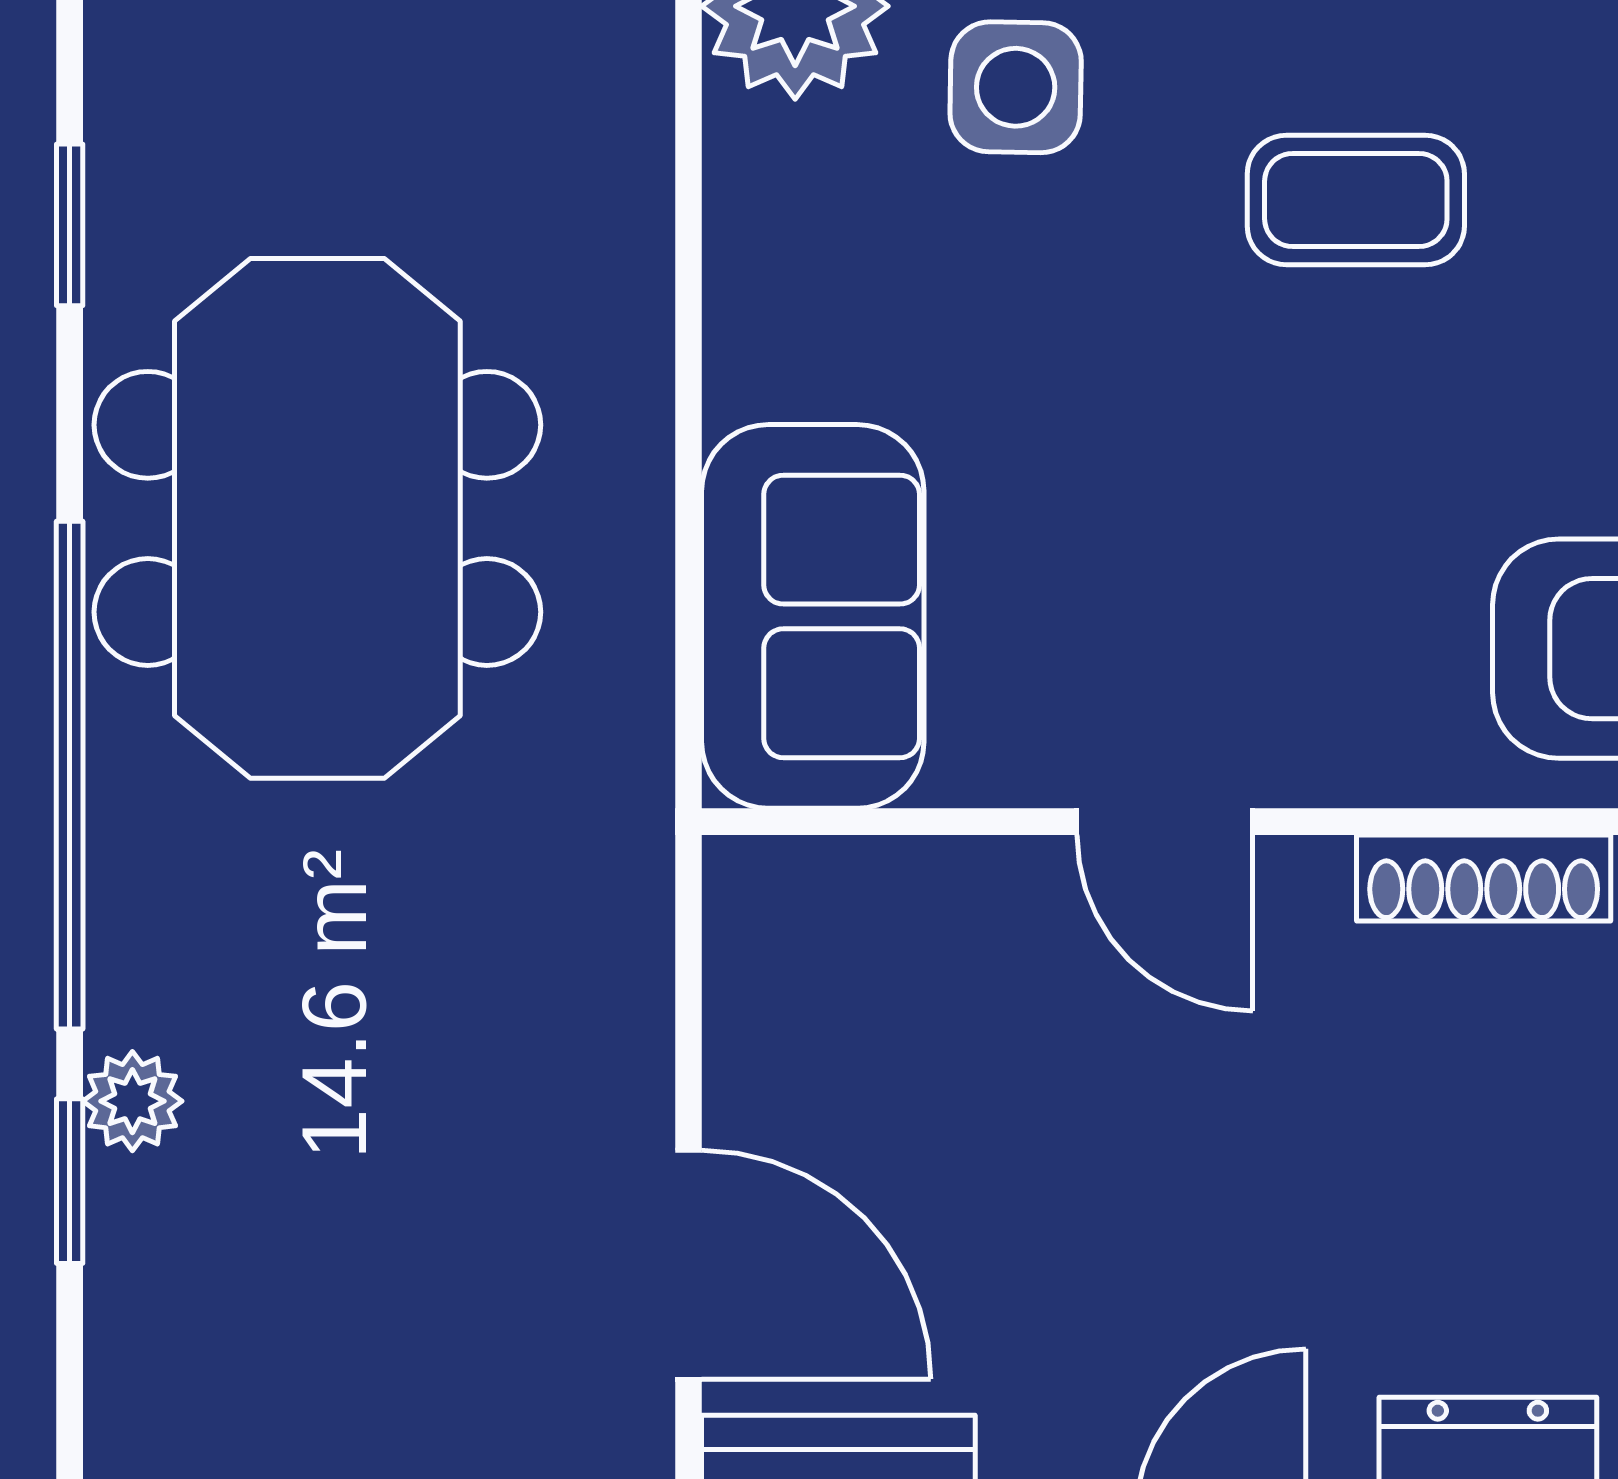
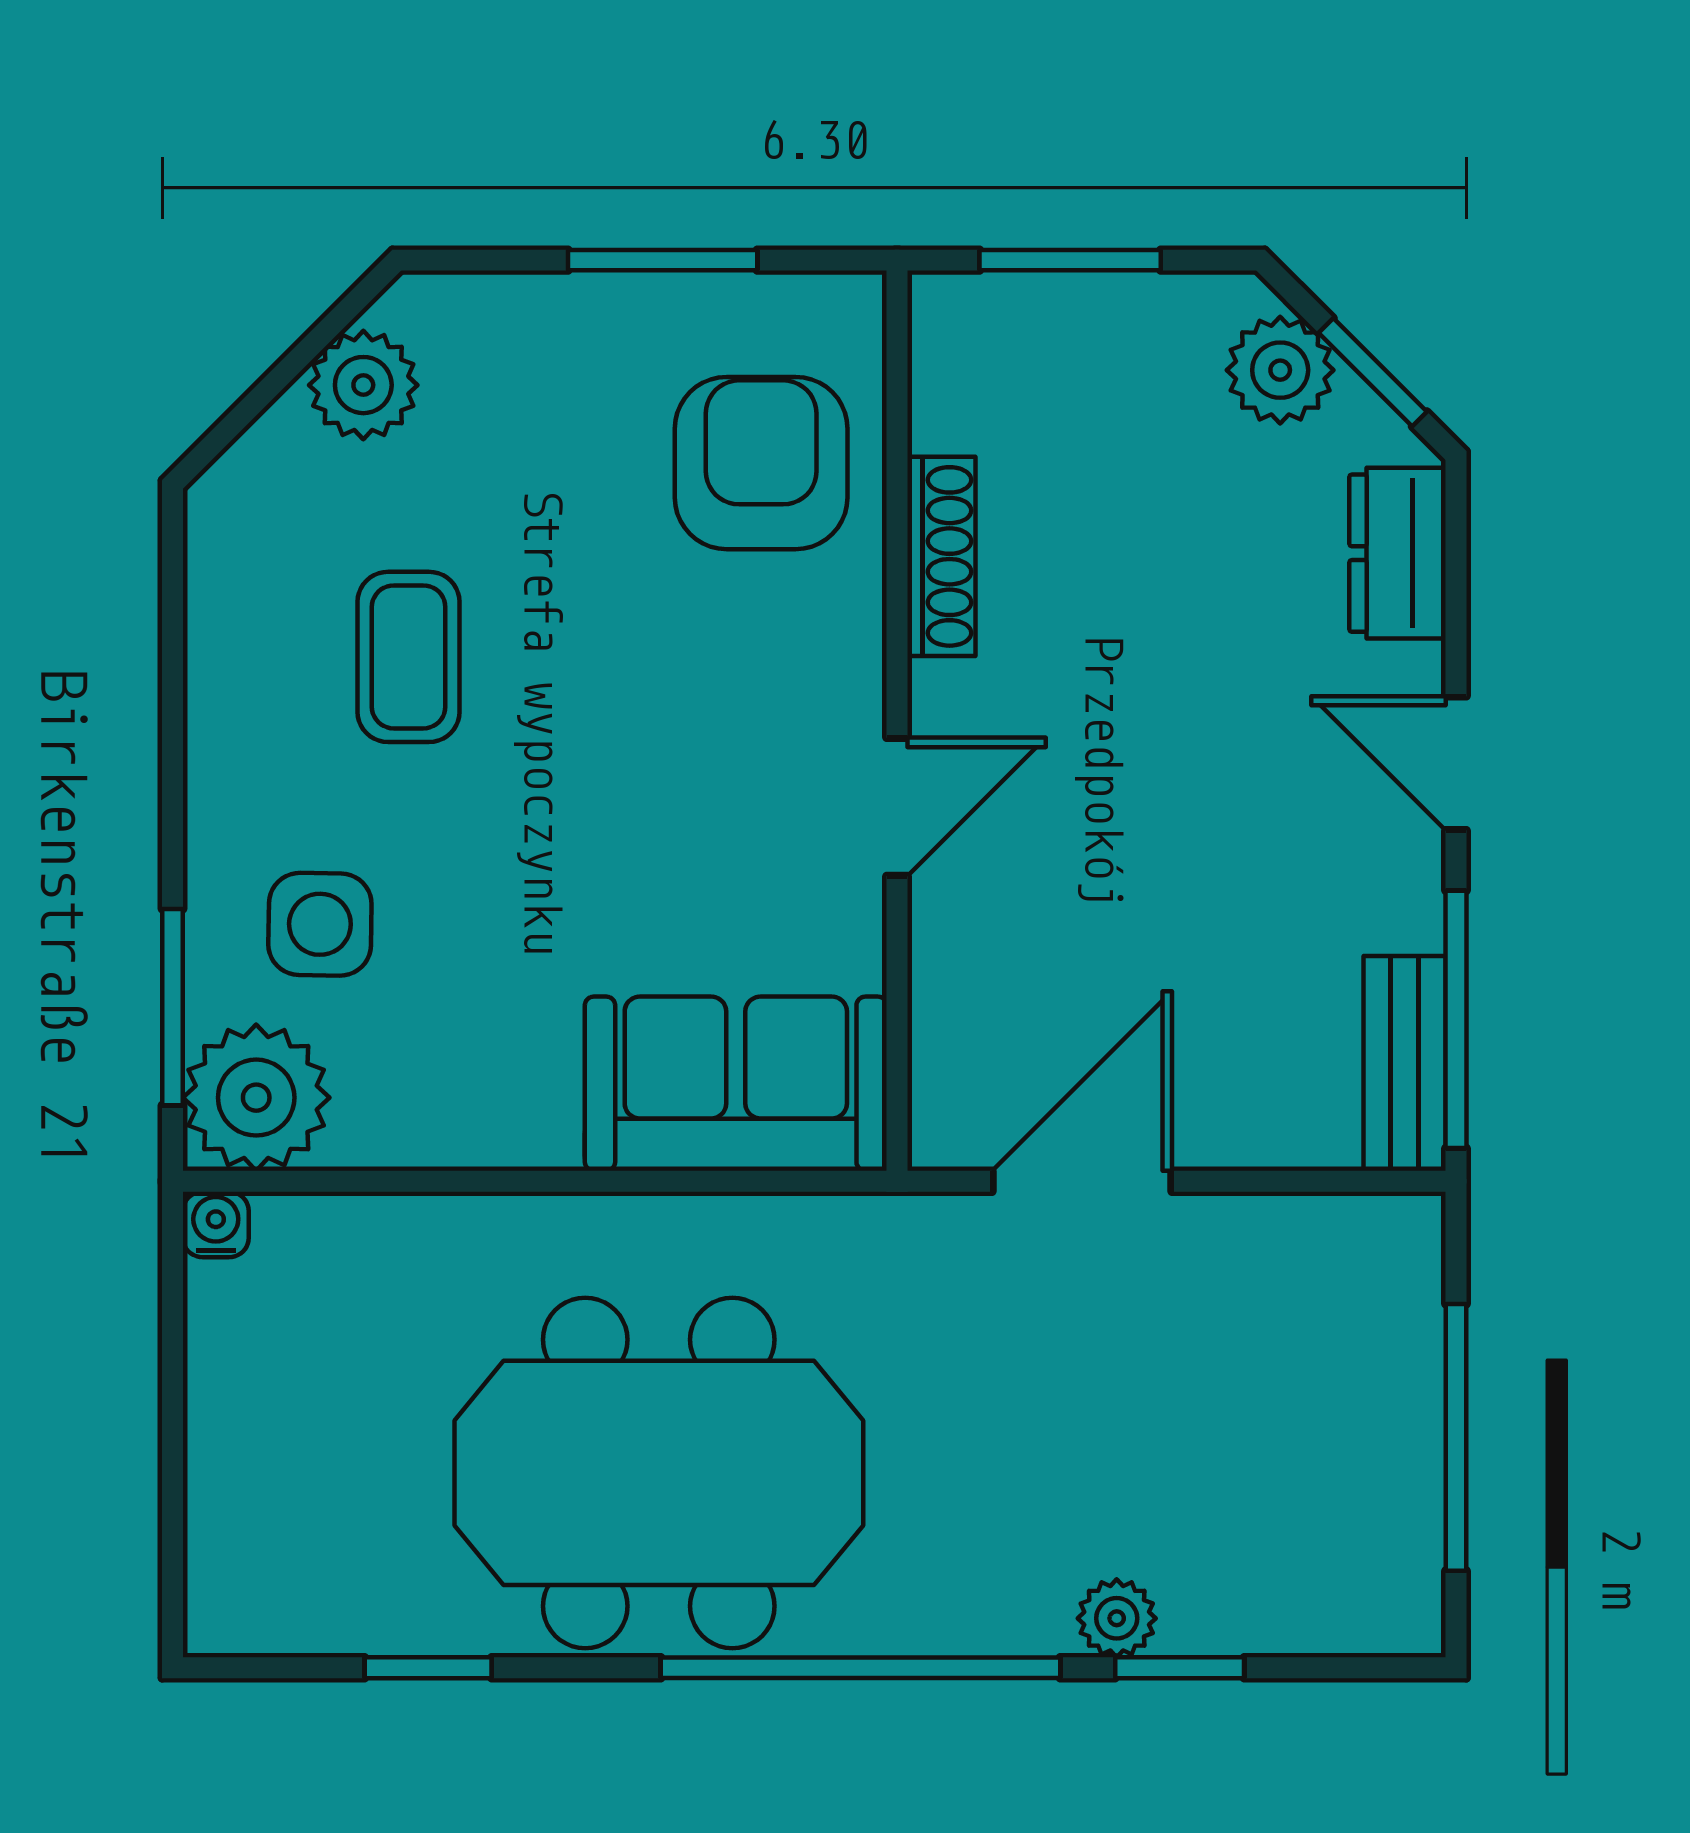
door: (689, 1265) -> (1082, 1181), moved

